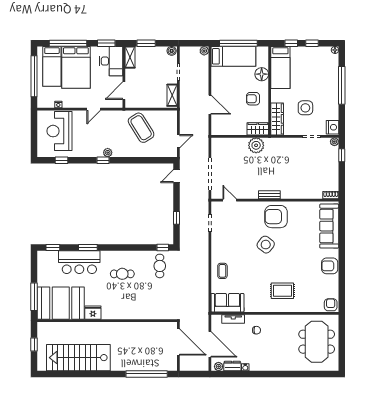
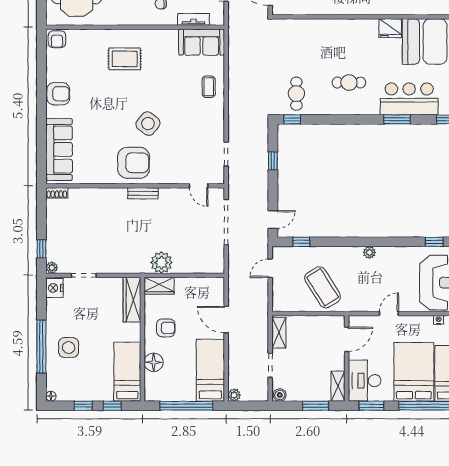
bed: (233, 56) -> (210, 370), moved, turned 90
side table: (305, 108) -> (69, 348), moved
window: (103, 160) -> (301, 242), moved

